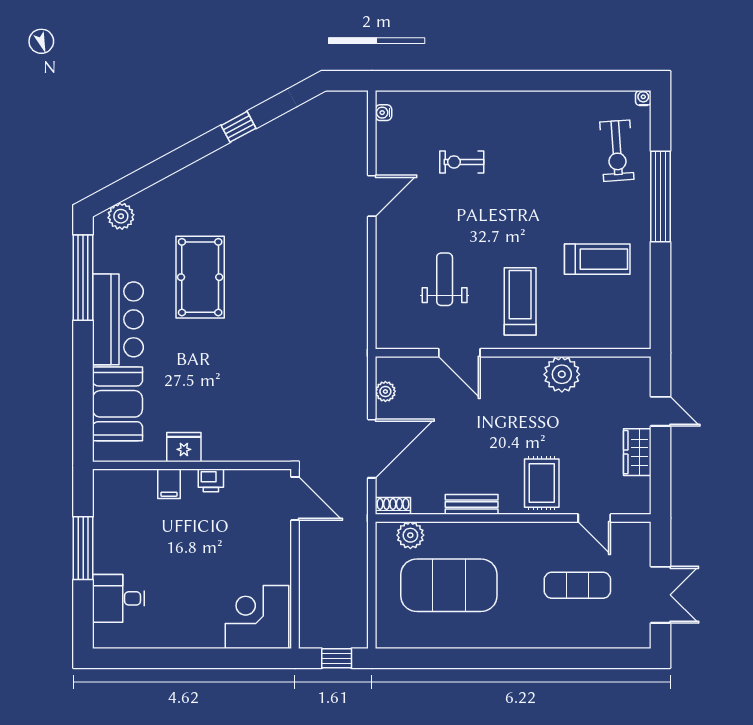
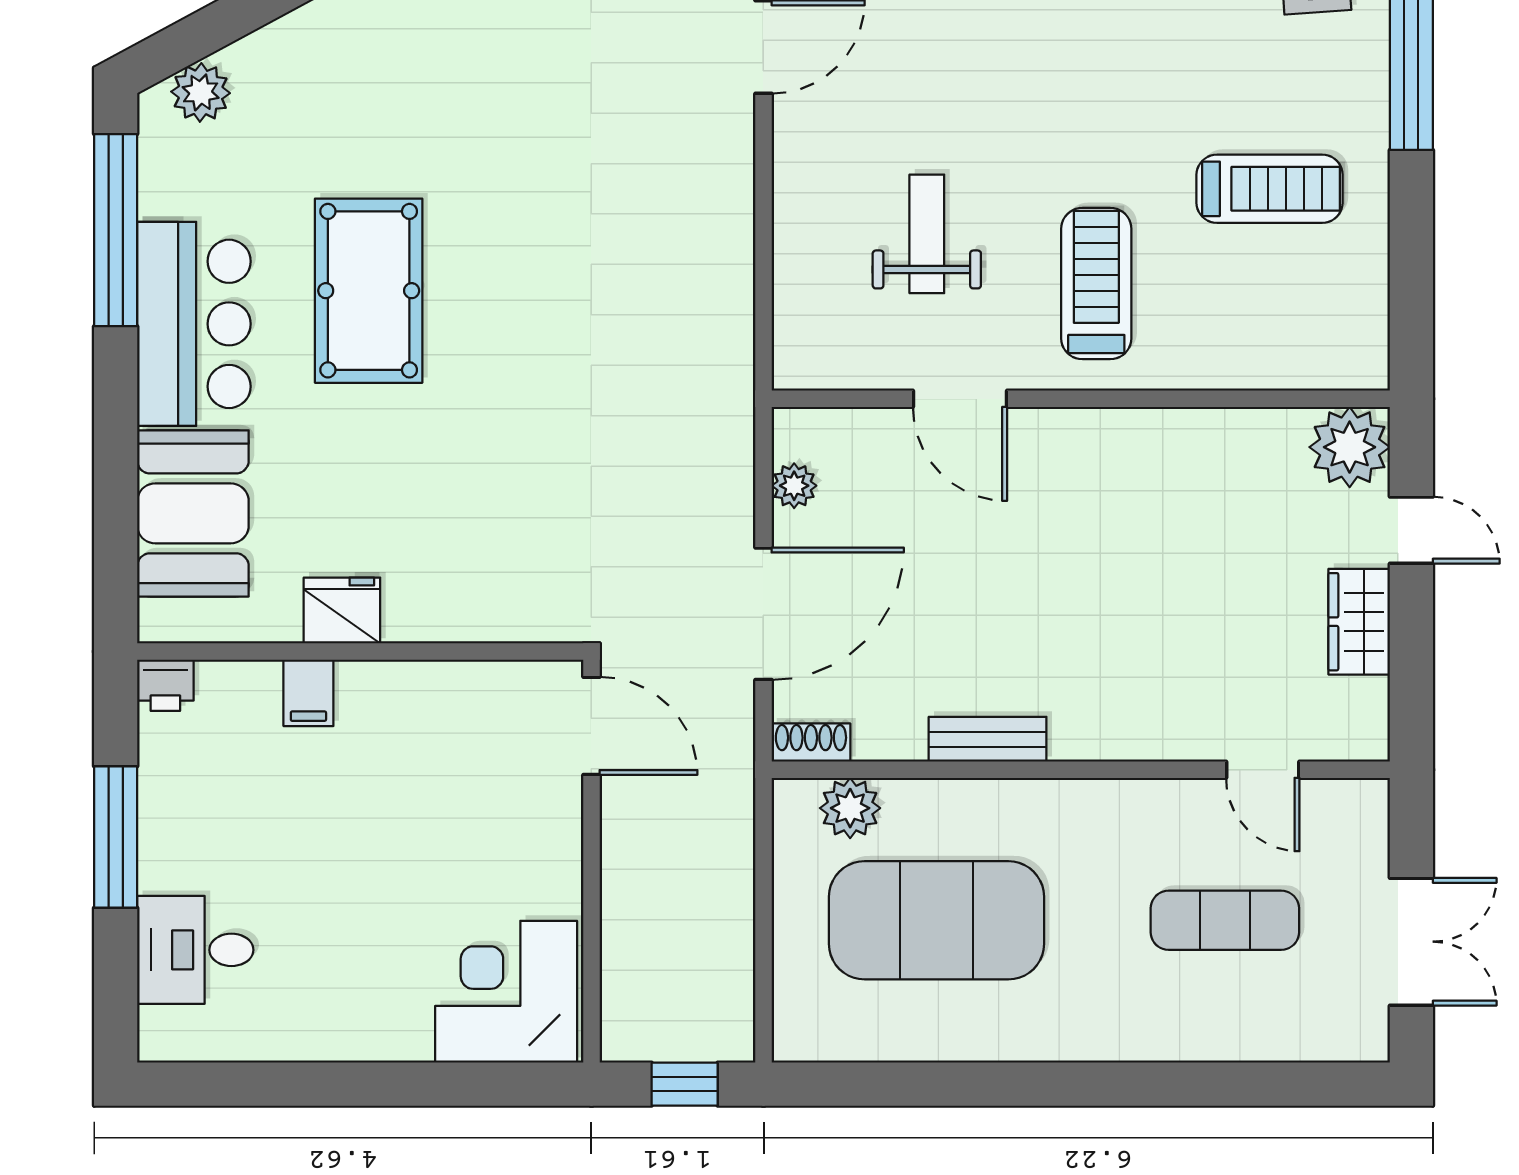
pool table: (200, 277) -> (369, 291), moved
plant: (562, 374) -> (1350, 447), moved
printer: (211, 480) -> (165, 685), moved
rug: (542, 483) -> (1145, 691), removed

